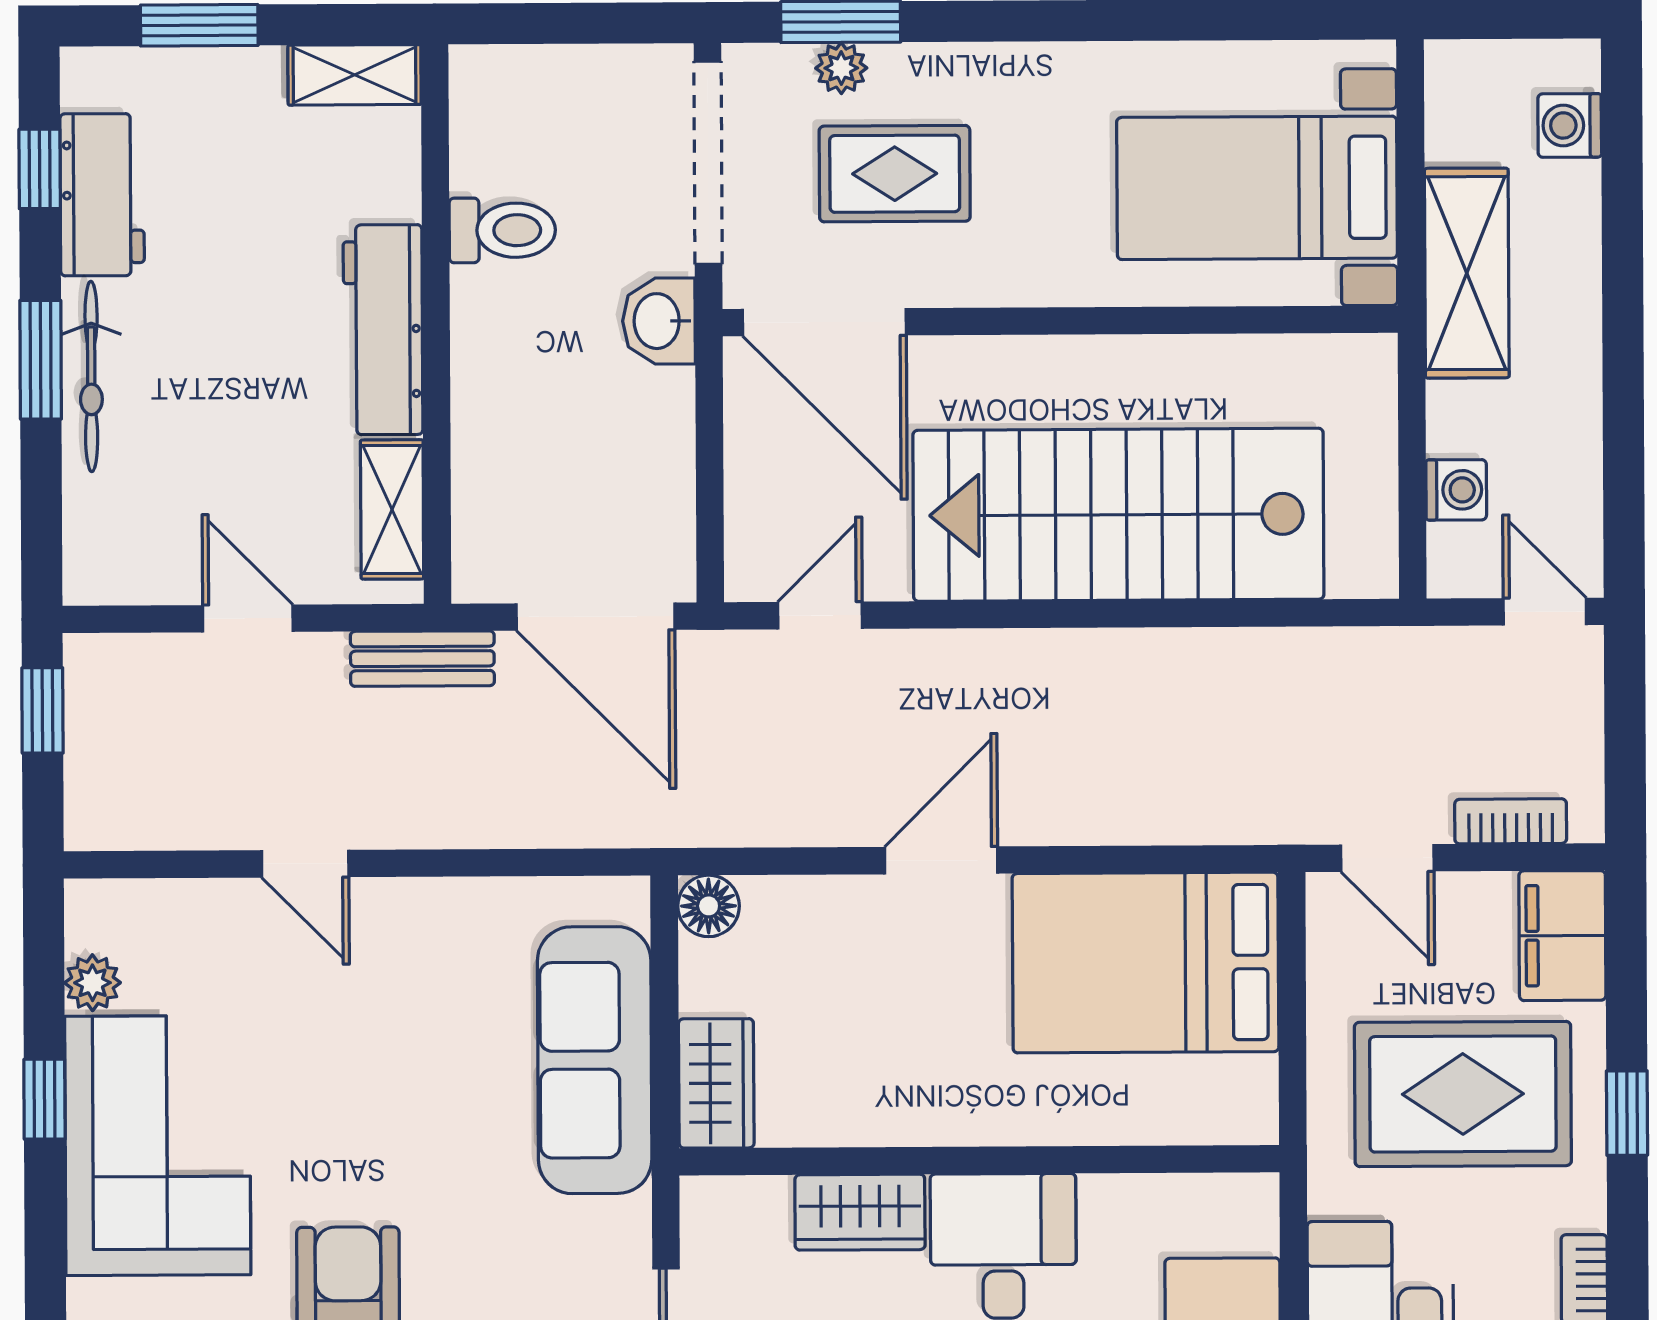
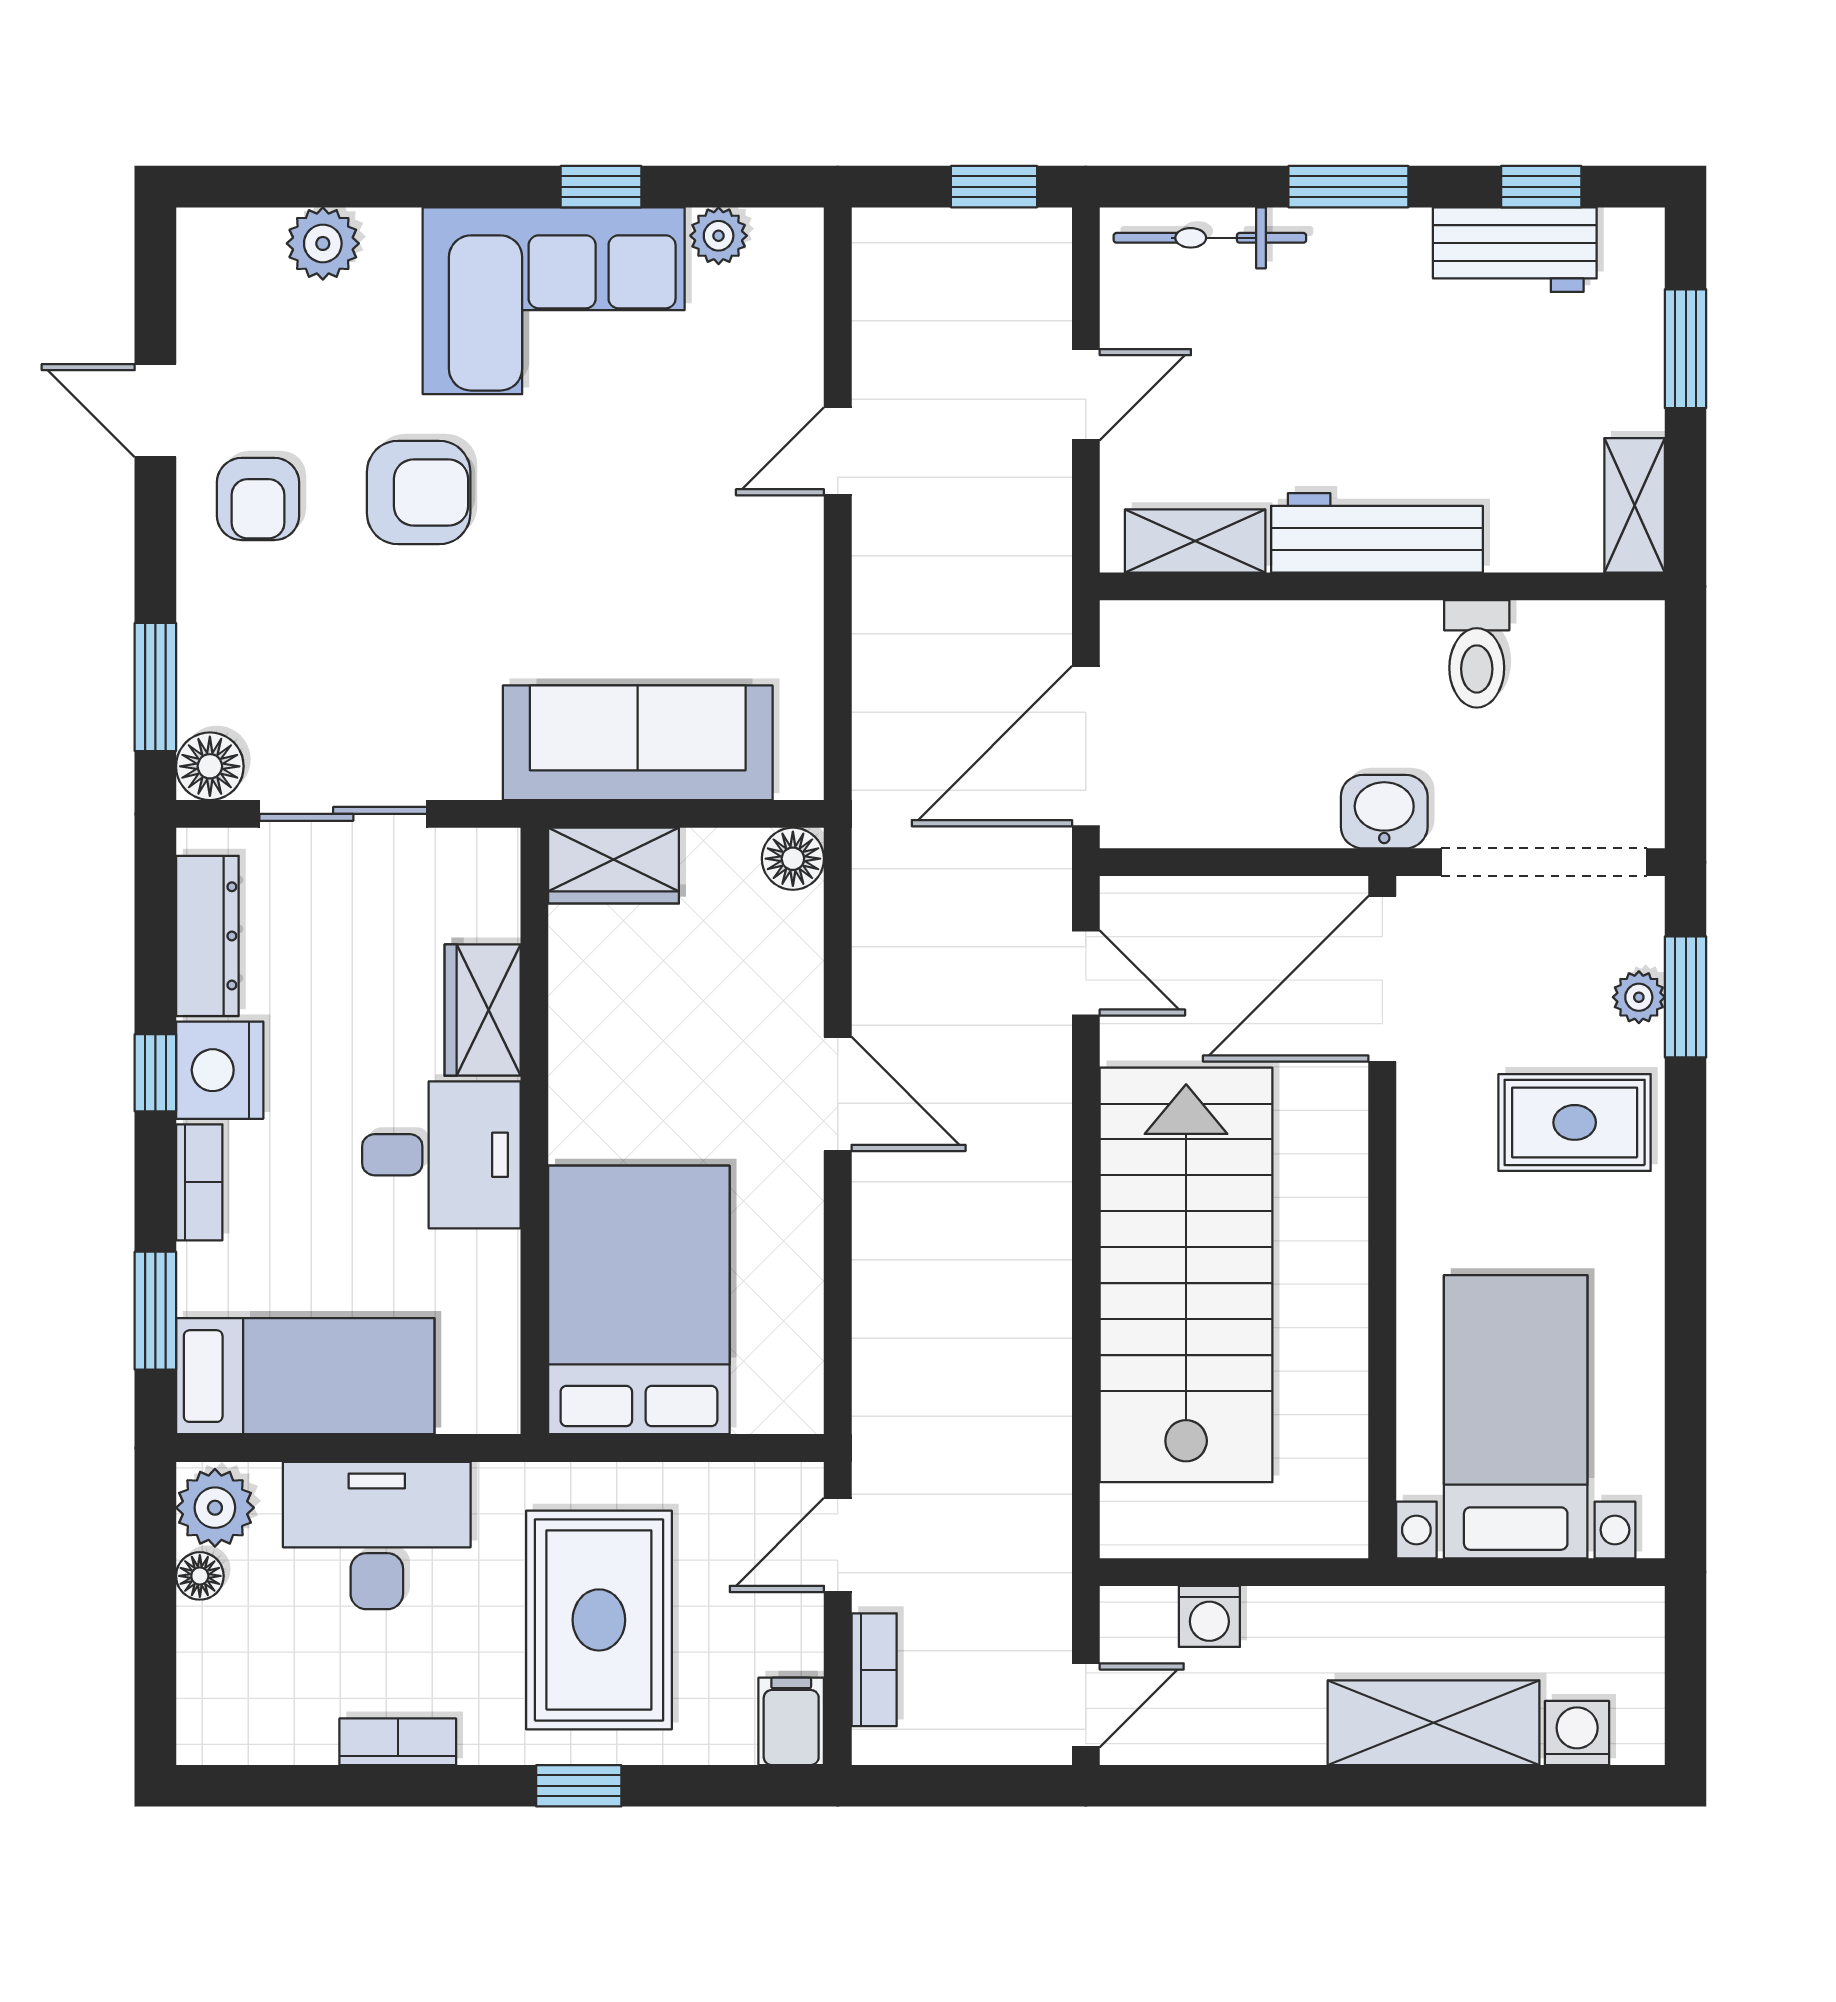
rug: (895, 174) -> (1575, 1122), moved, turned 90
shelving: (1467, 273) -> (1434, 1723), moved
bicycle: (91, 376) -> (1210, 238), moved
bench: (422, 659) -> (1044, 571), removed
filing cabinet: (1562, 936) -> (791, 1721), width x0.50
bed: (1145, 963) -> (639, 1300), moved

